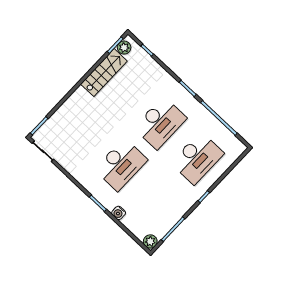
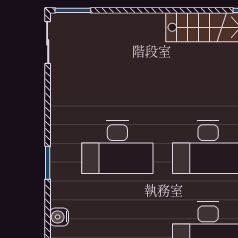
water cooler: (119, 213) -> (59, 217), moved

